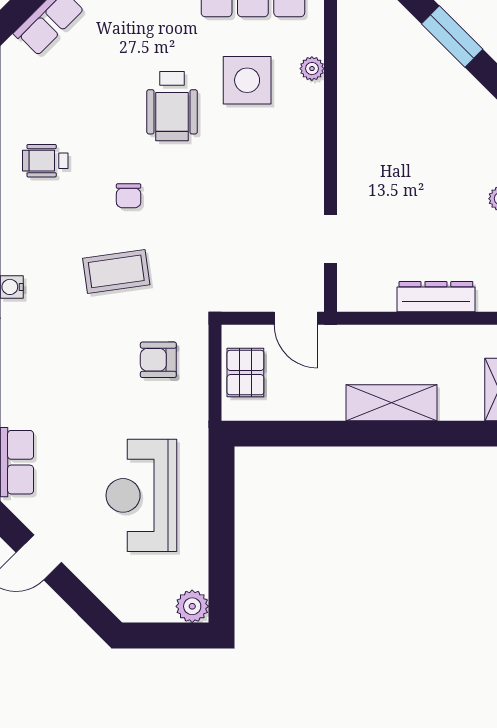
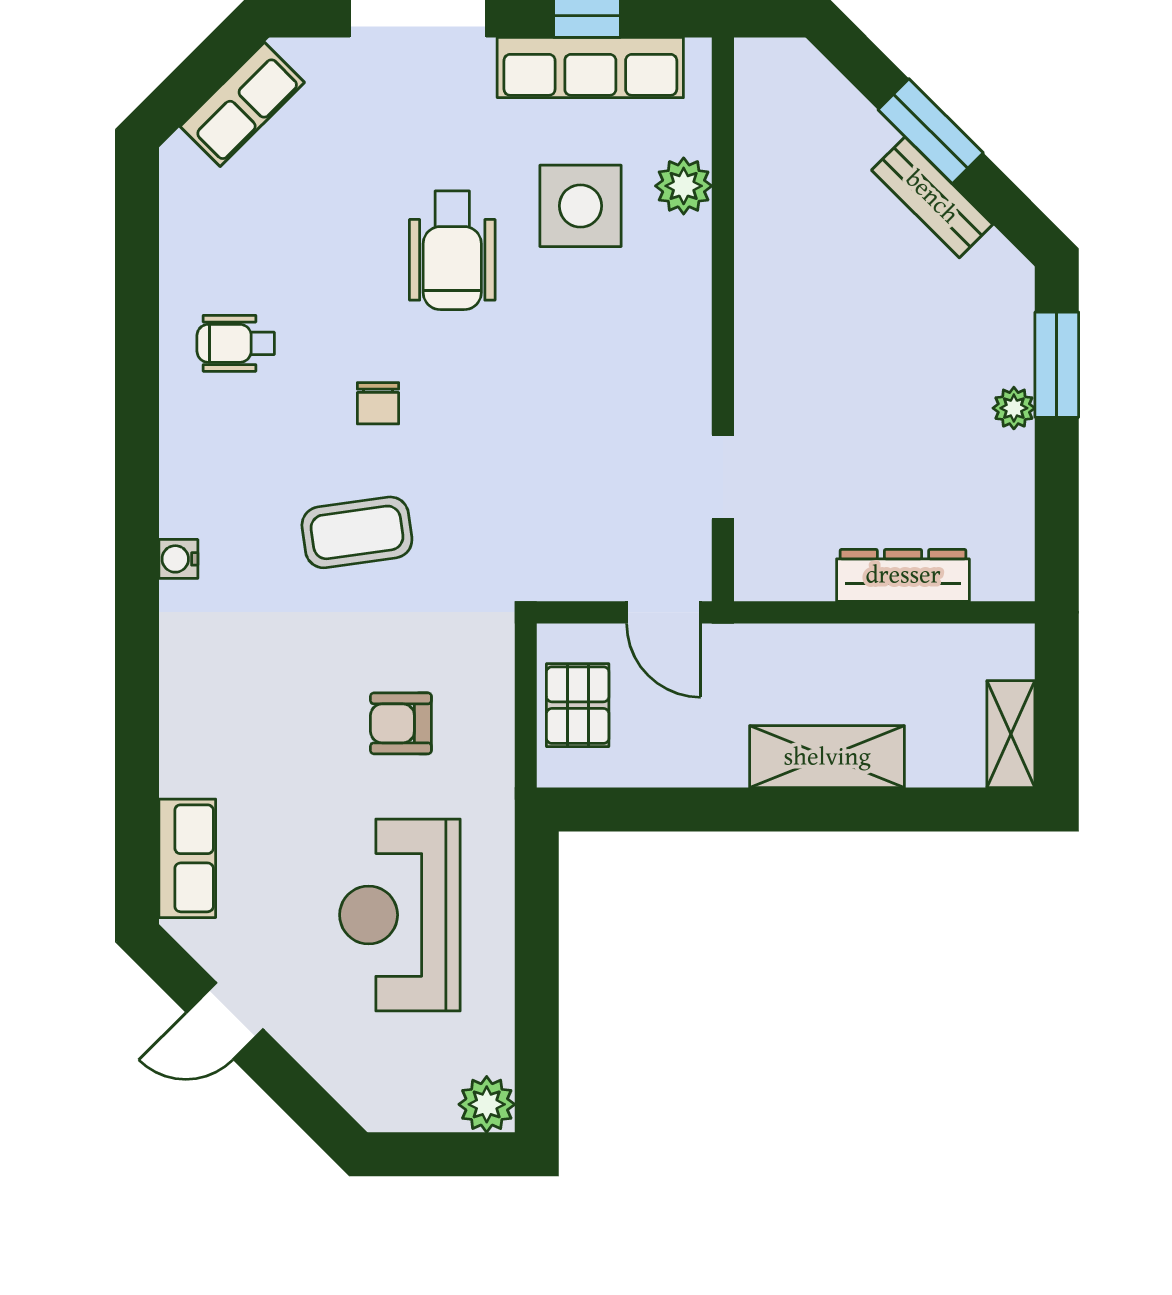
plant: (312, 69) -> (684, 186), width x1.38, depth x1.38
bench: (453, 75) -> (932, 197), added
armchair: (158, 360) -> (401, 723), moved

